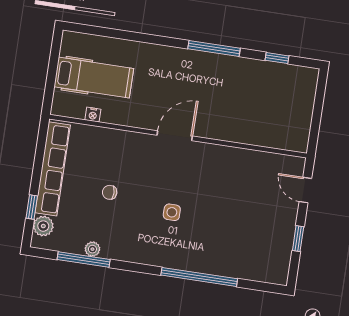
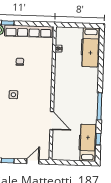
hospital bed: (94, 78) -> (91, 47), moved
hospital bed: (282, 79) -> (88, 143), added
door: (175, 136) -> (52, 121), moved

